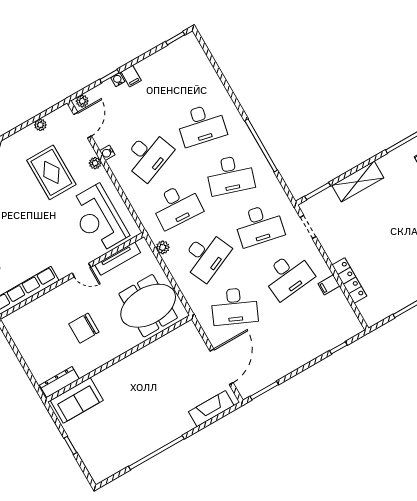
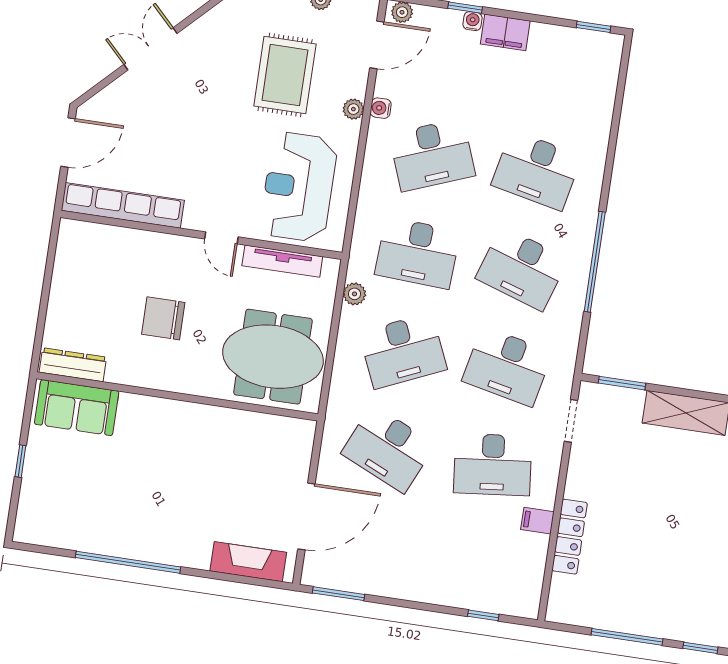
filing cabinet: (131, 76) -> (505, 32), width x2.00

